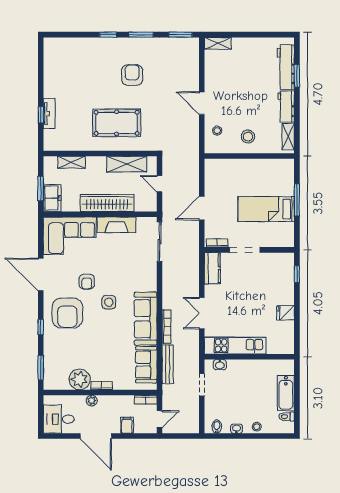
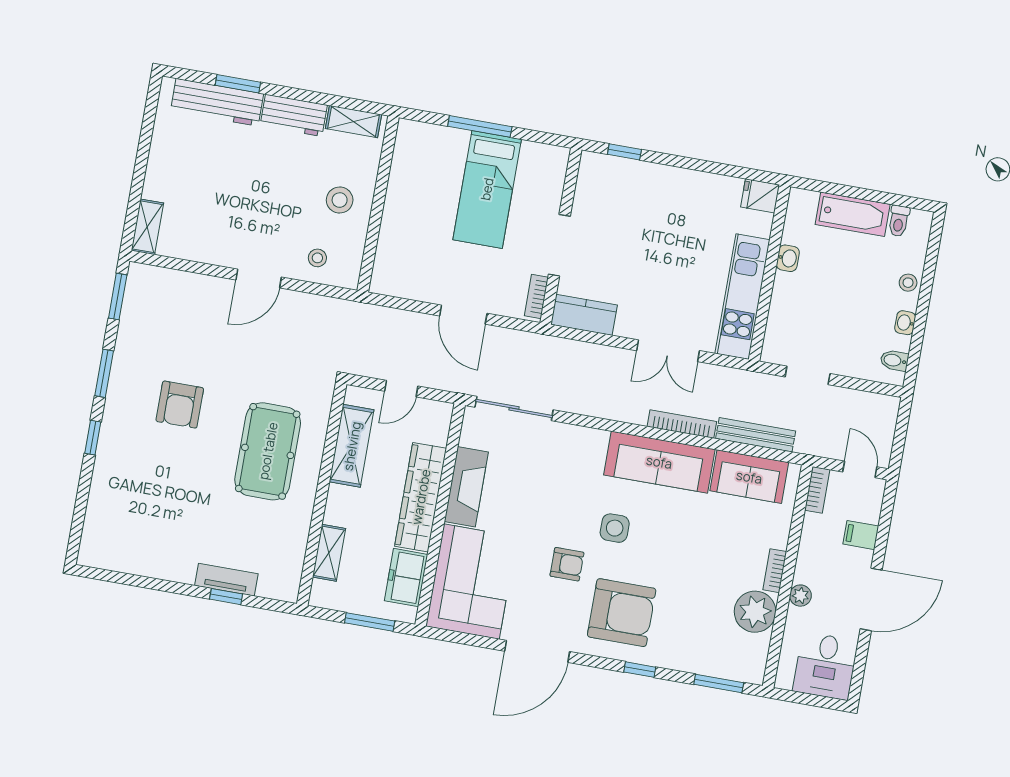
armchair: (132, 75) -> (180, 405), turned -90
freezer: (52, 198) -> (406, 578), moved, turned -90
fridge: (285, 313) -> (760, 196), moved, turned 90
washbasin: (220, 365) -> (788, 258), moved

